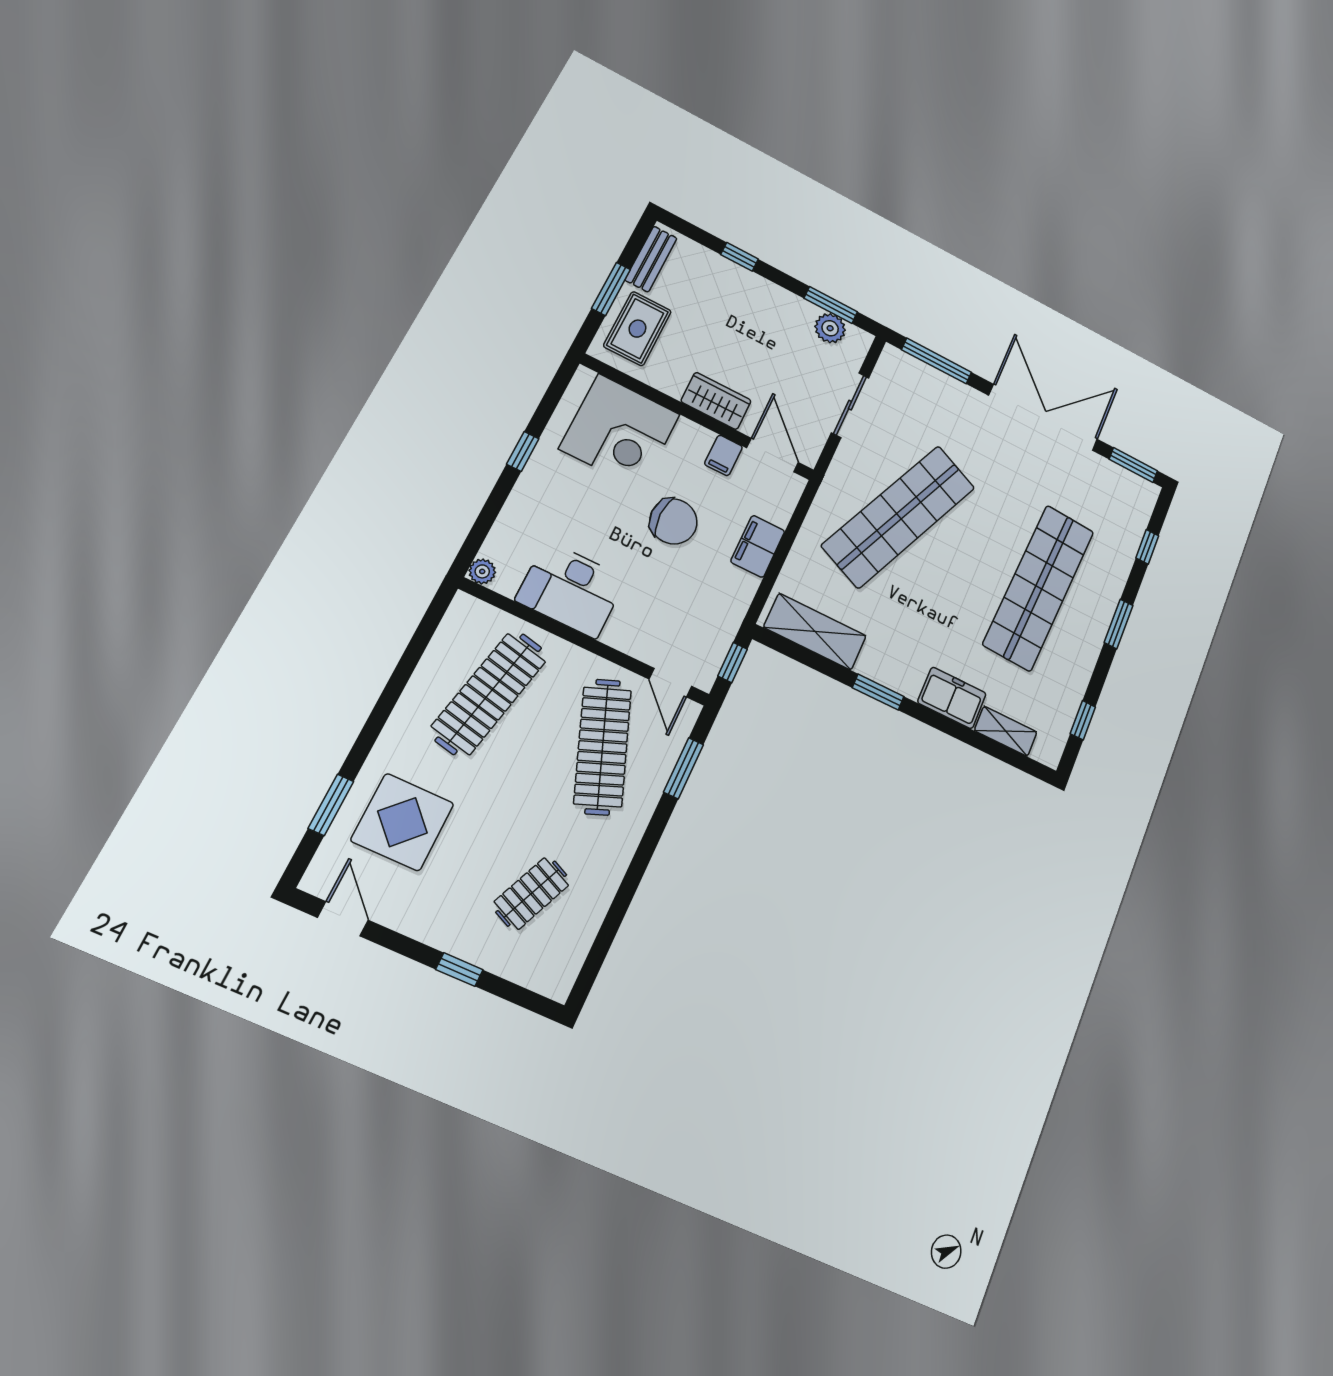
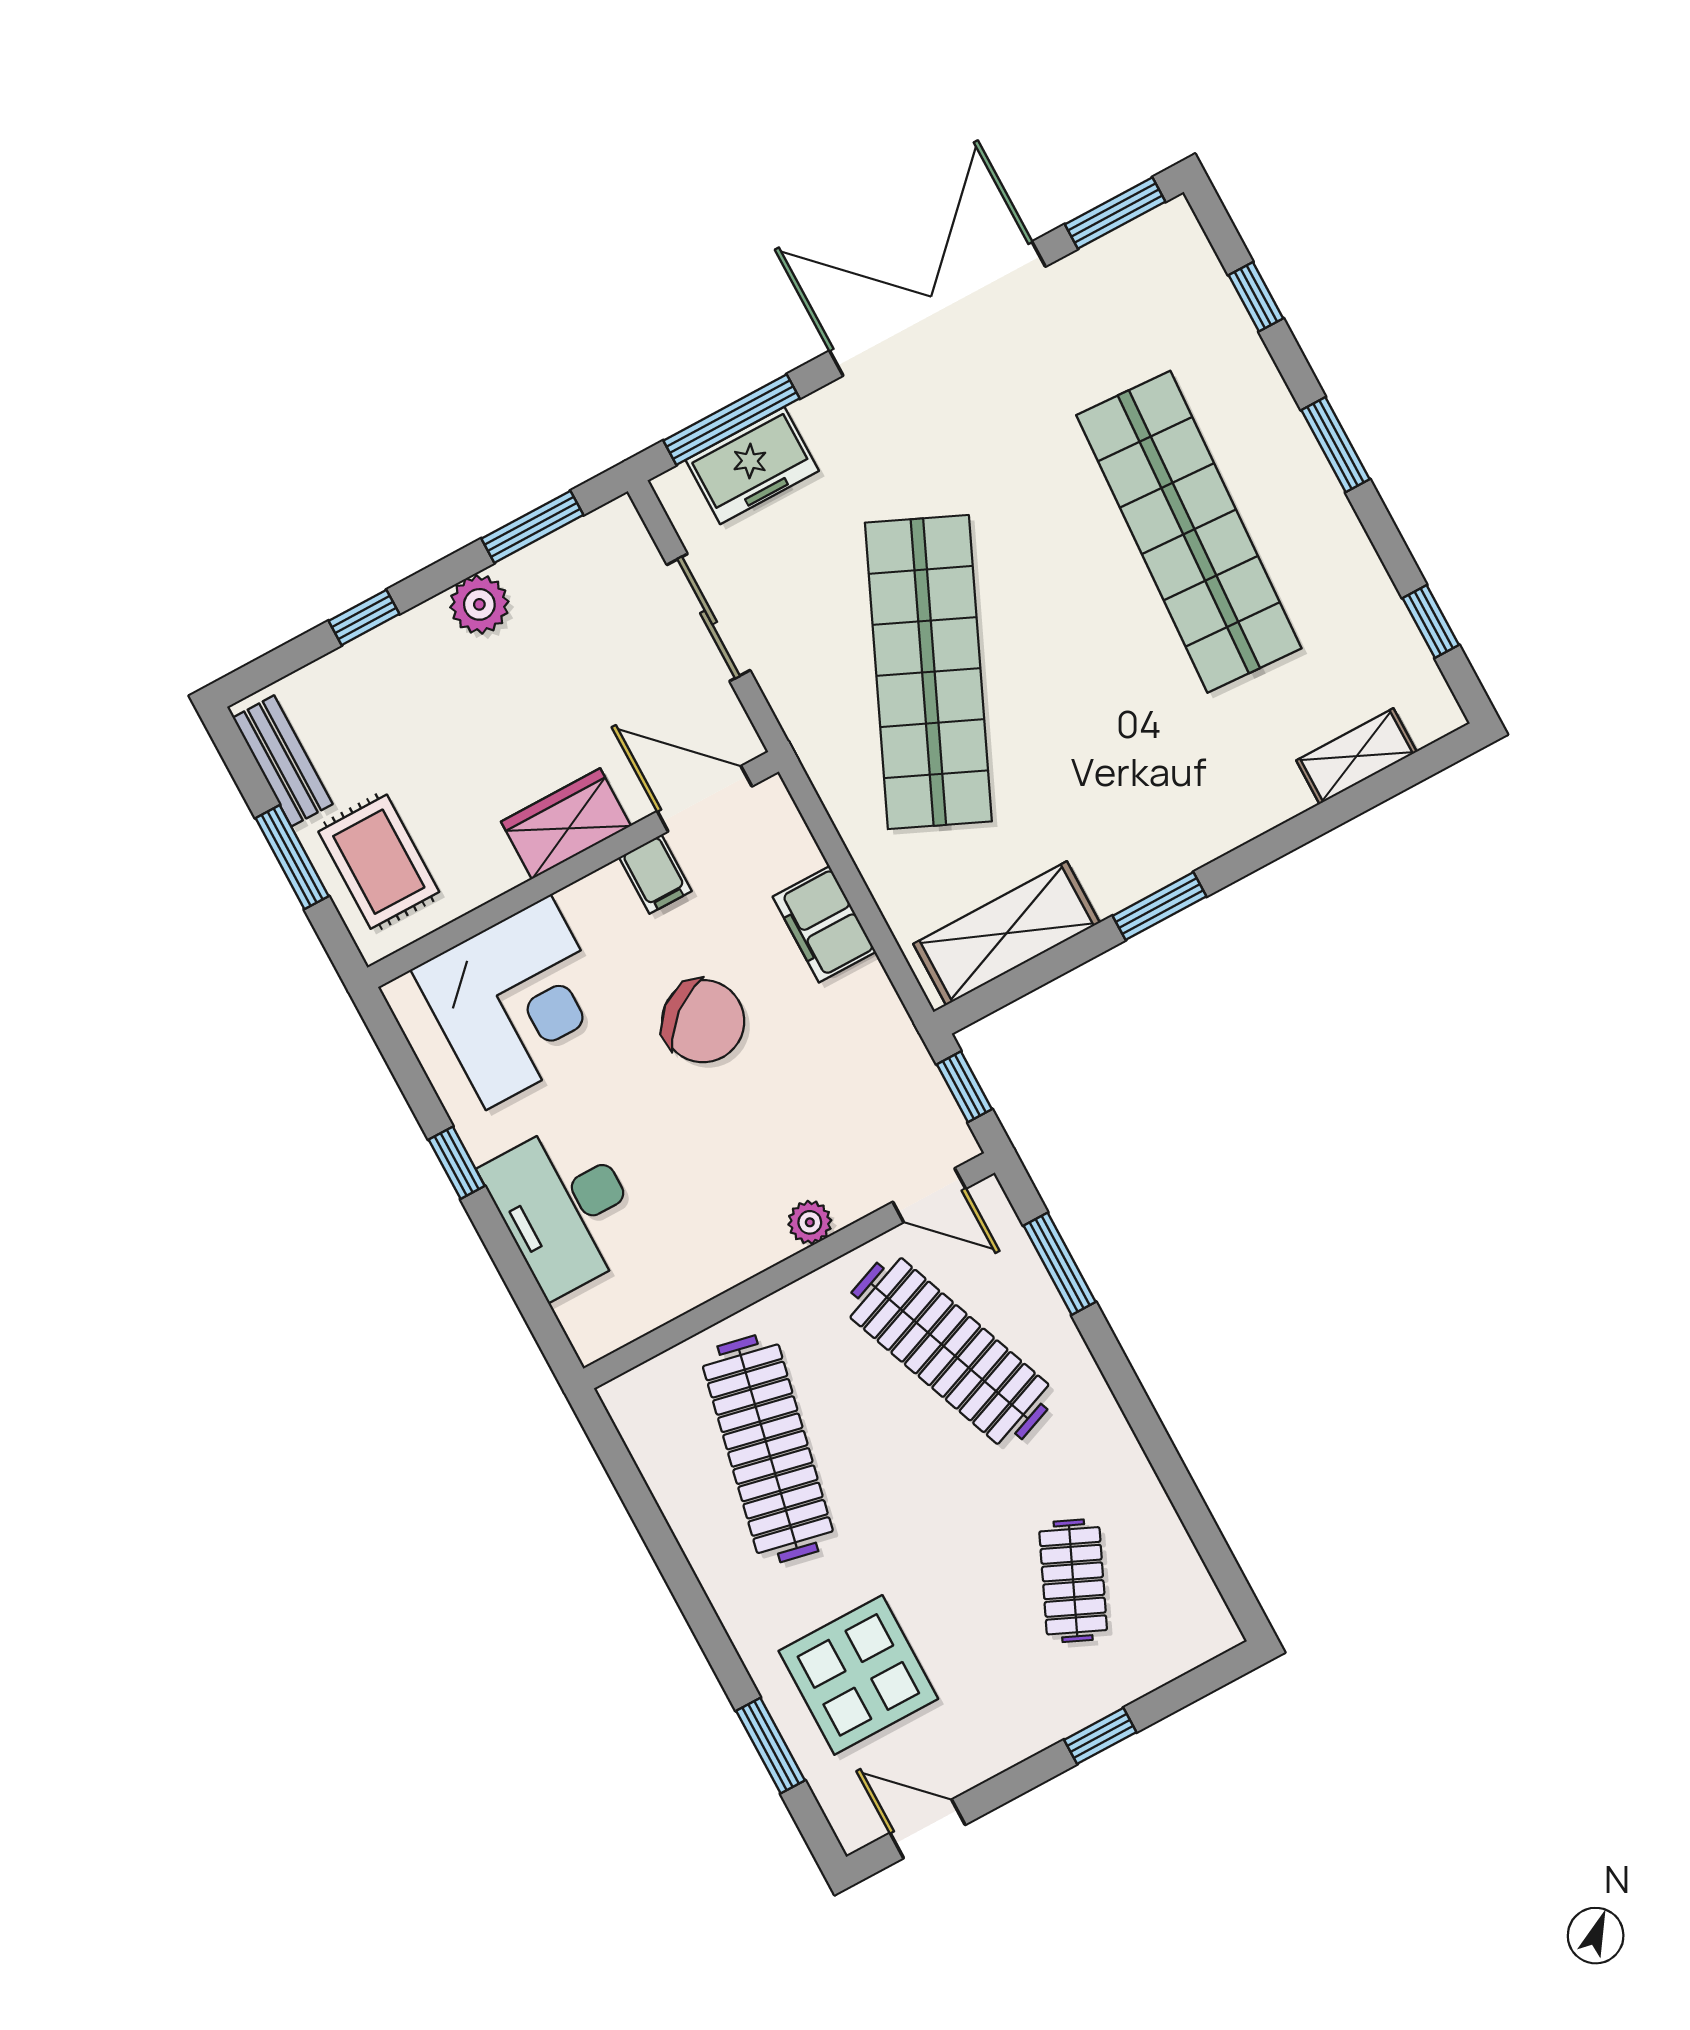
plant: (830, 328) -> (479, 604), moved
chair: (673, 521) -> (703, 1021), turned 51
plant: (482, 571) -> (810, 1222), moved
desk: (571, 589) -> (565, 1208), moved, turned 90
freezer: (952, 698) -> (752, 465), moved, turned 180

